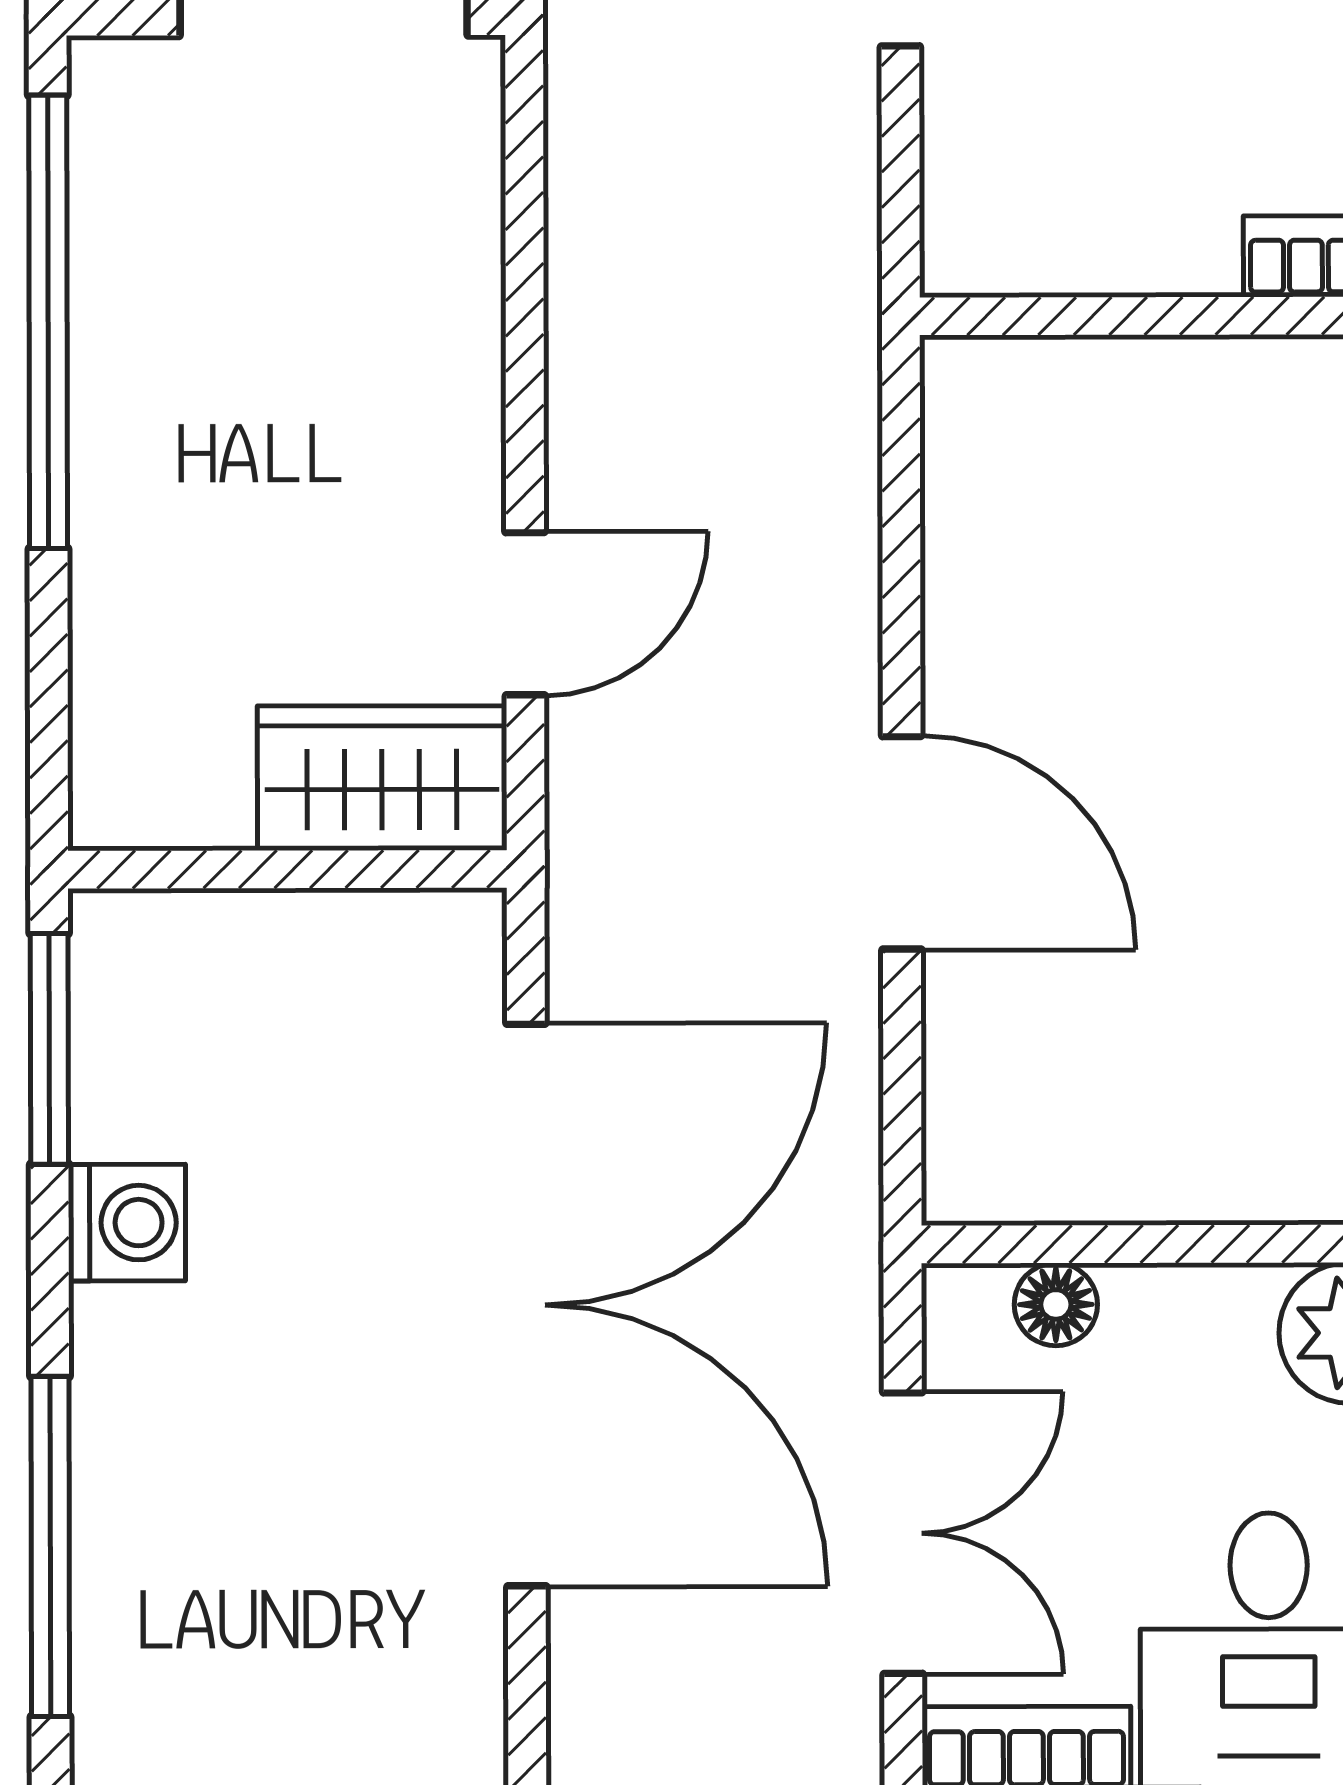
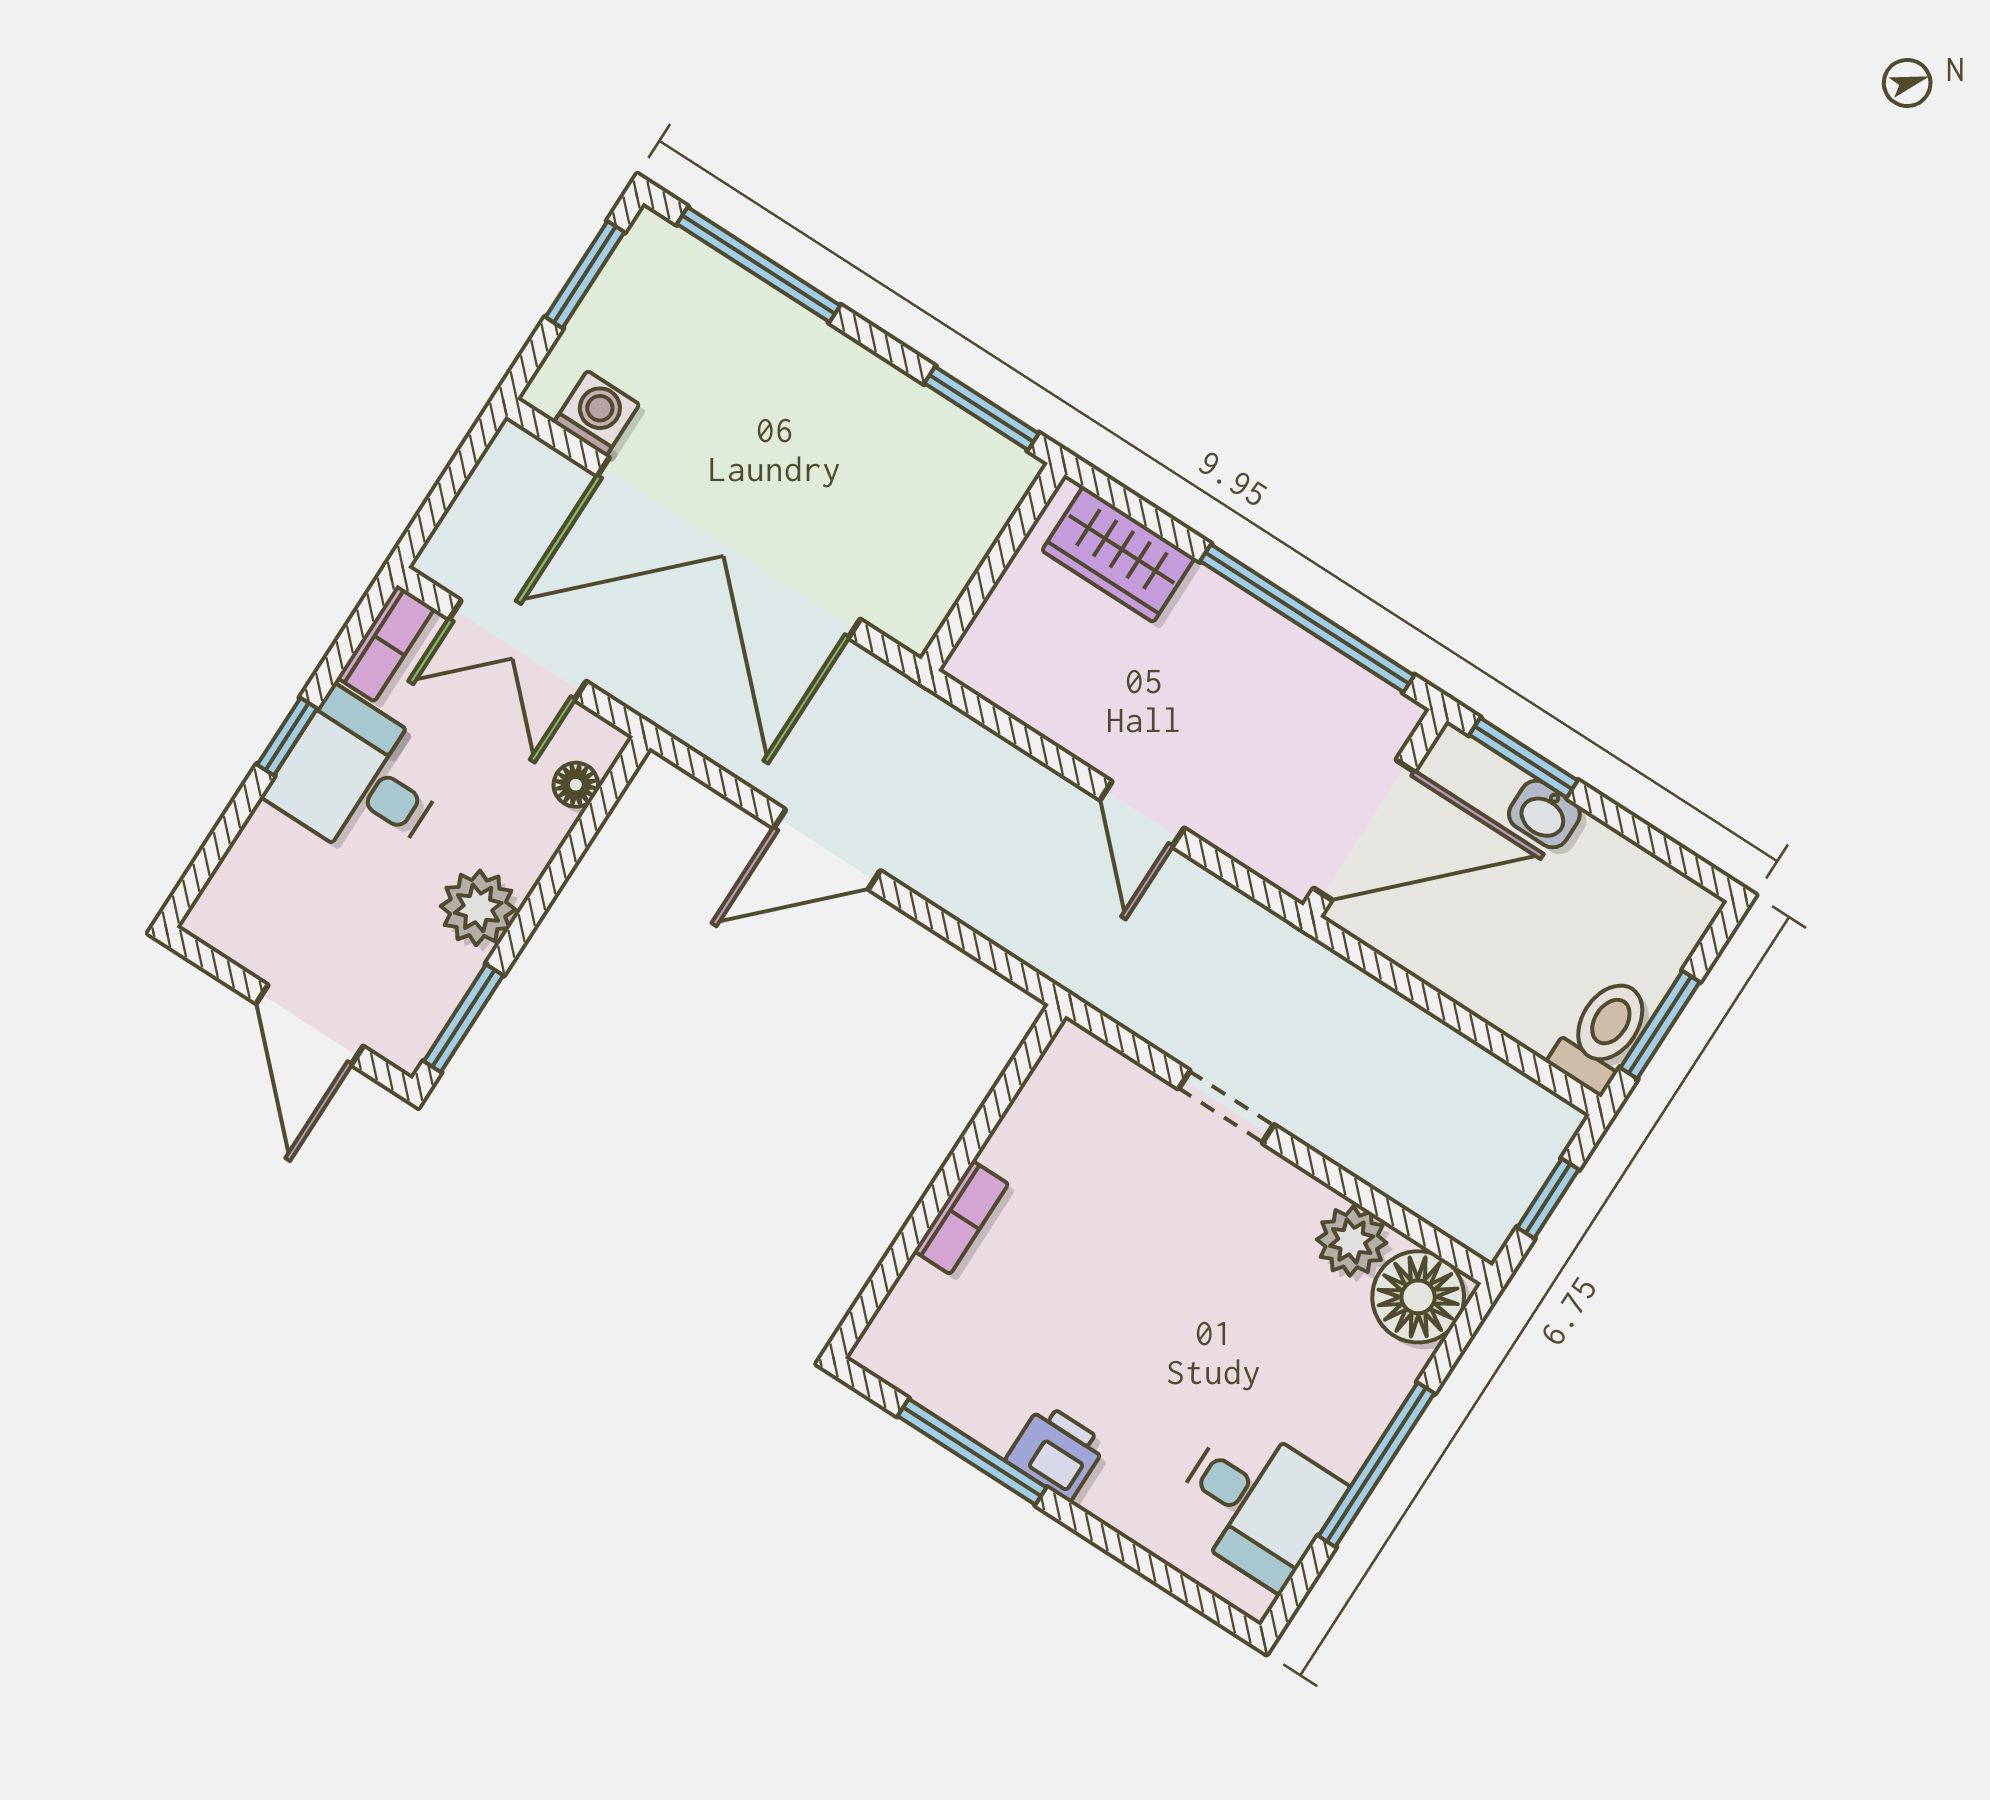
door: (525, 614) -> (1142, 814), moved
wardrobe: (382, 778) -> (1118, 554), moved, turned 90
washing machine: (127, 1223) -> (597, 413), moved, turned 180

